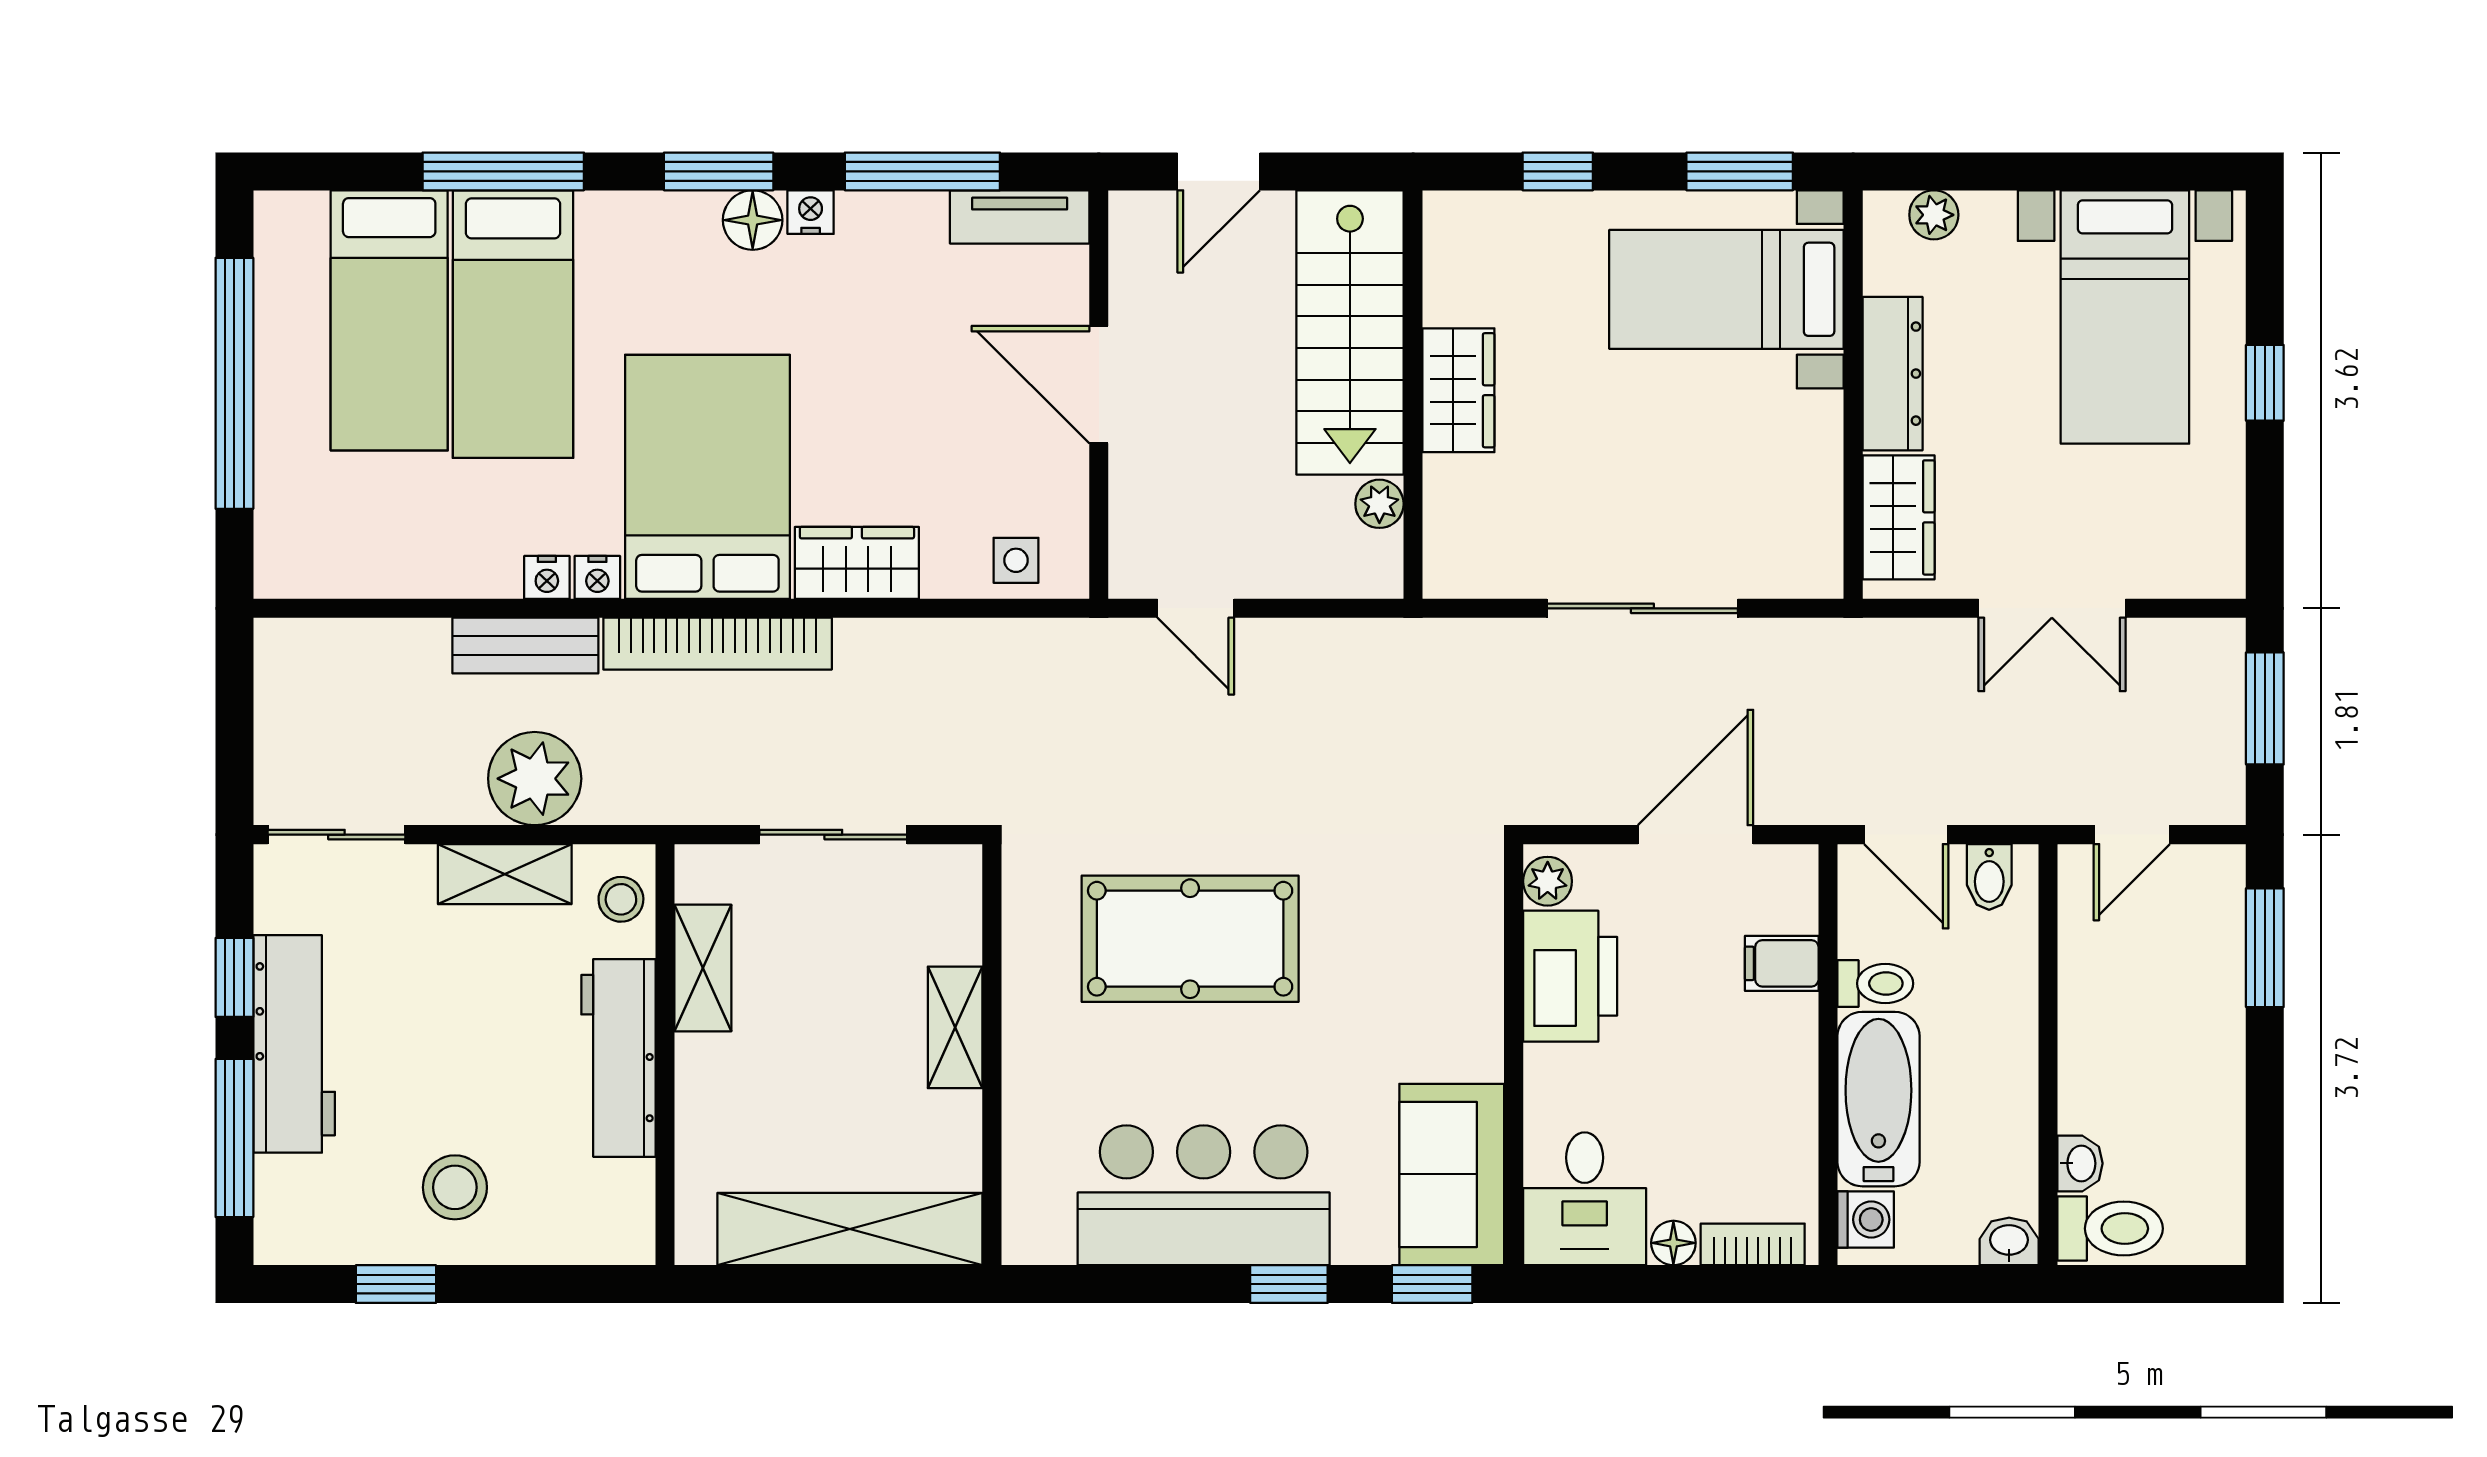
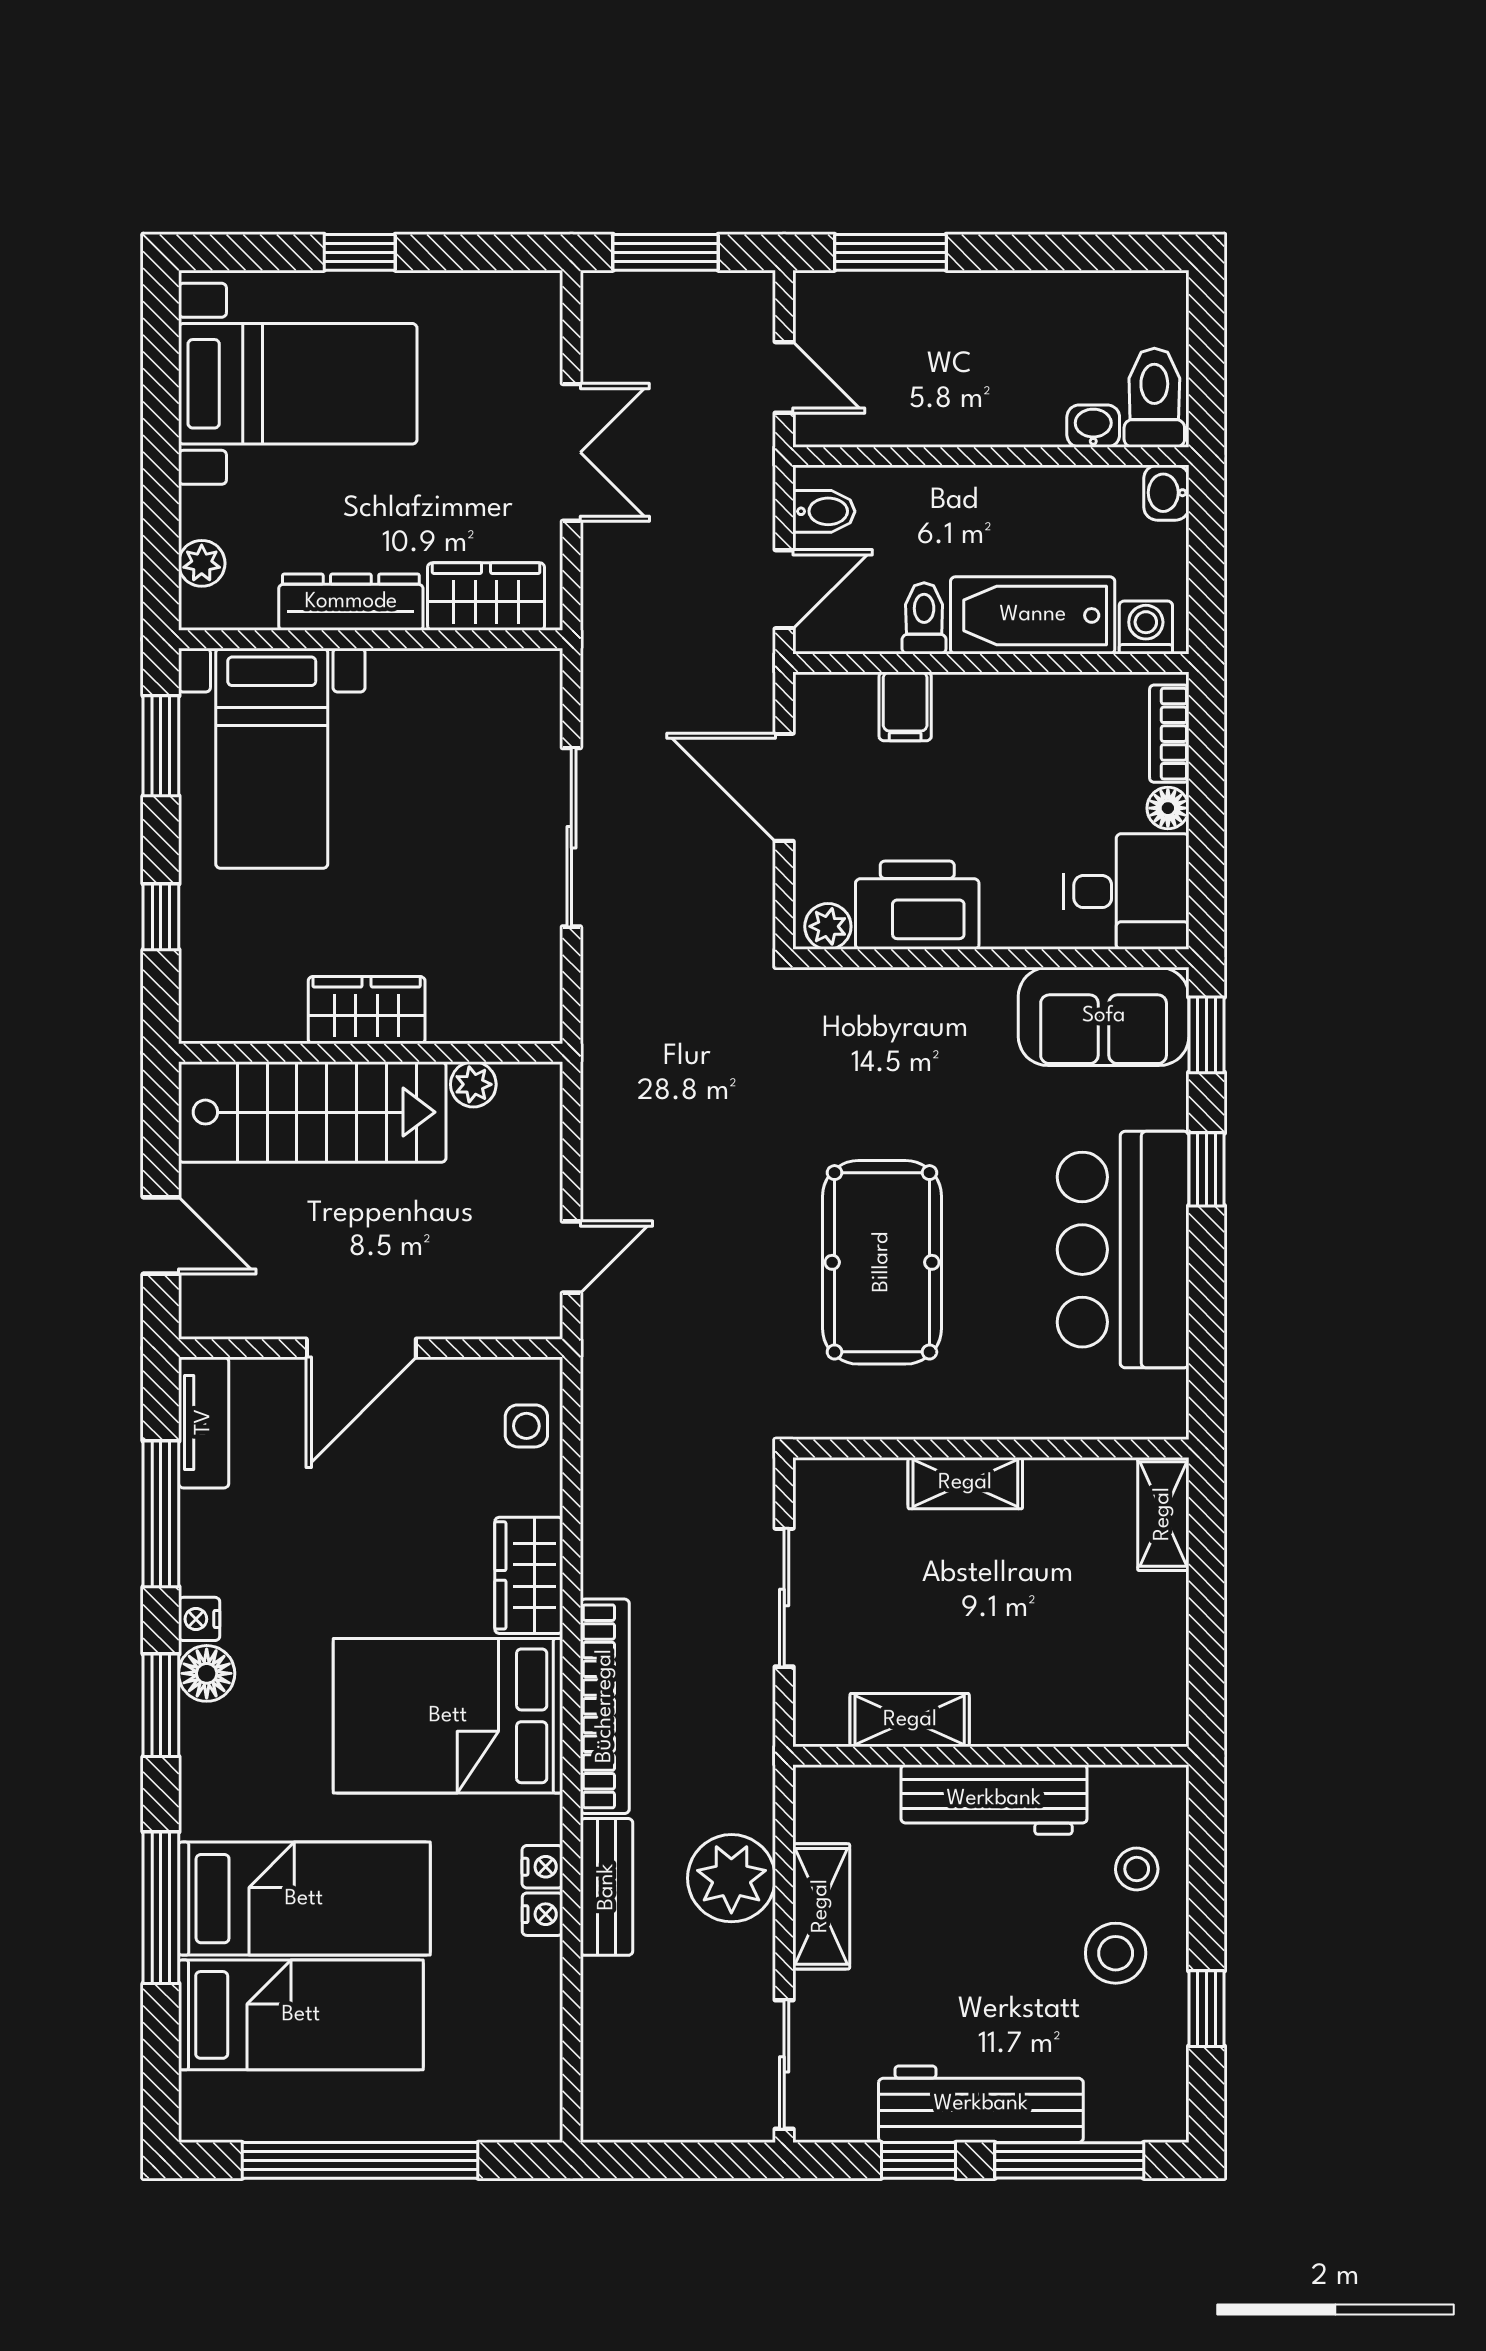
nightstand: (597, 577) -> (542, 1914), moved
stool: (621, 899) -> (1137, 1869), moved
shelving: (850, 1229) -> (1163, 1514), width x0.45, depth x0.75

